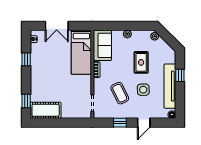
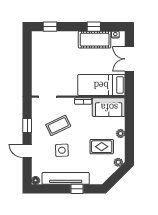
rug: (141, 62) -> (102, 147), moved
cot: (46, 110) -> (95, 40), moved, turned 90

